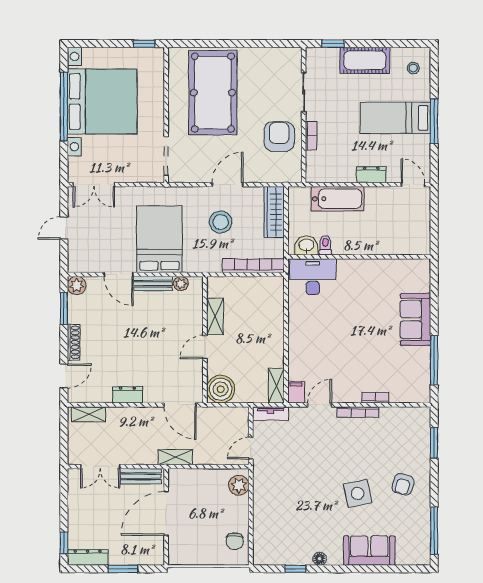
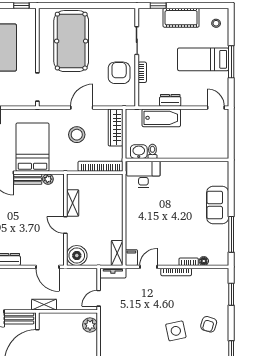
dresser: (371, 175) -> (170, 100), moved
door: (205, 347) -> (65, 225), hinge flipped
floor lamp: (396, 397) -> (204, 261), added

